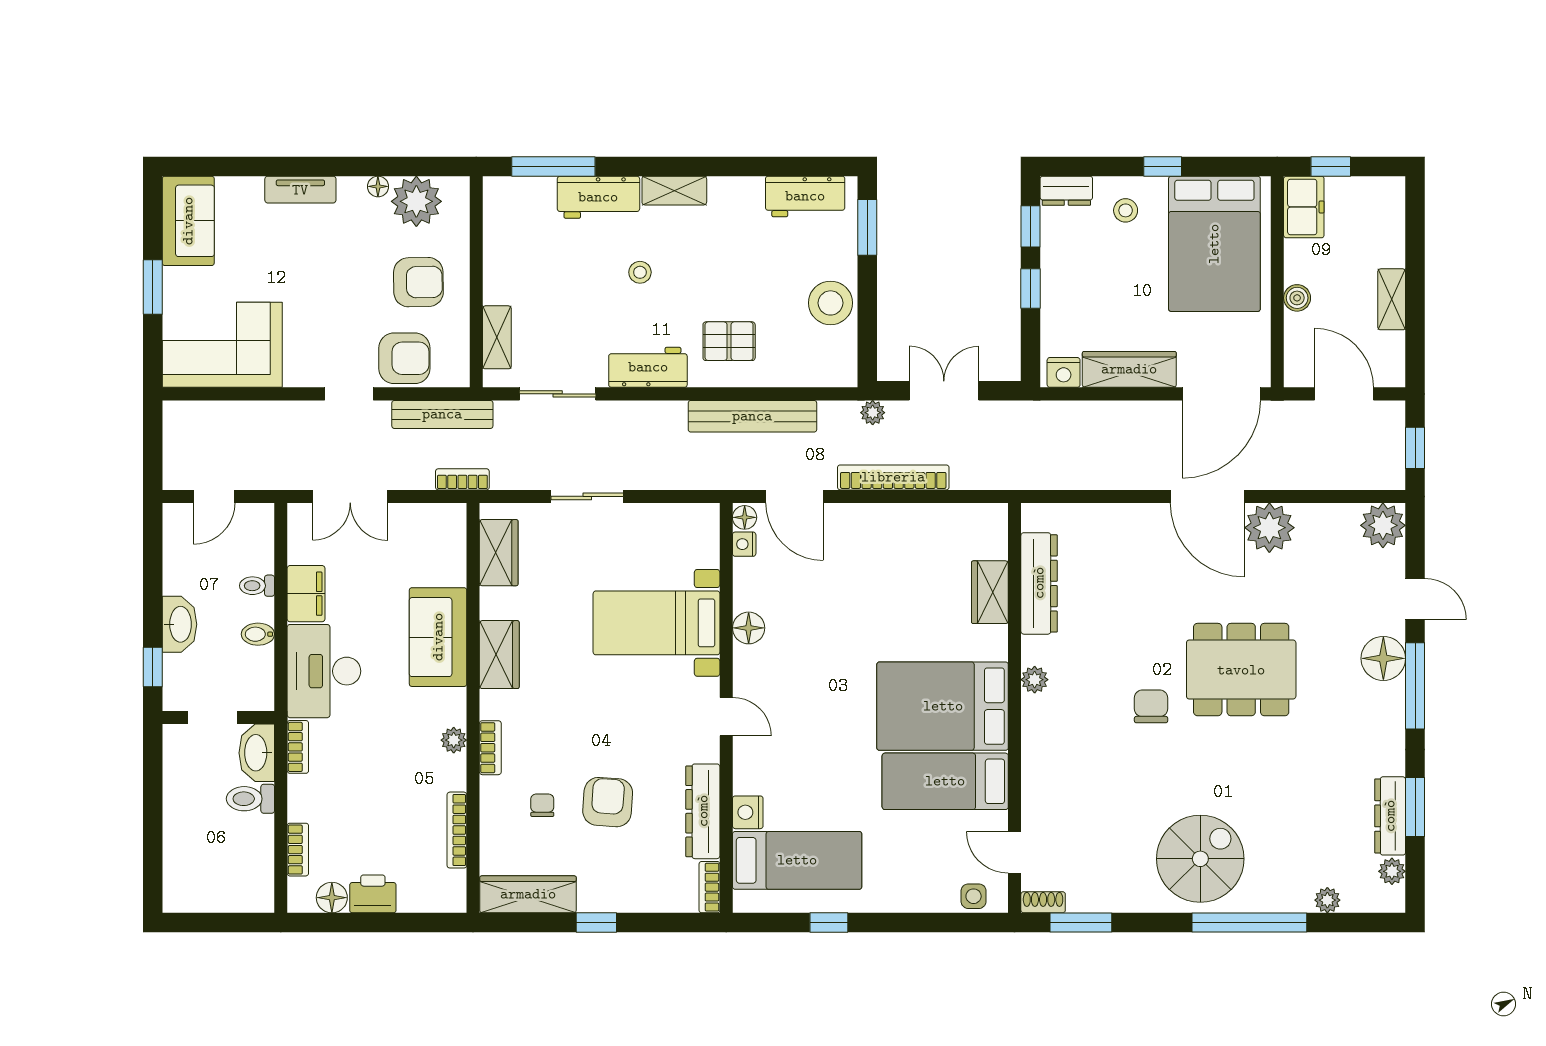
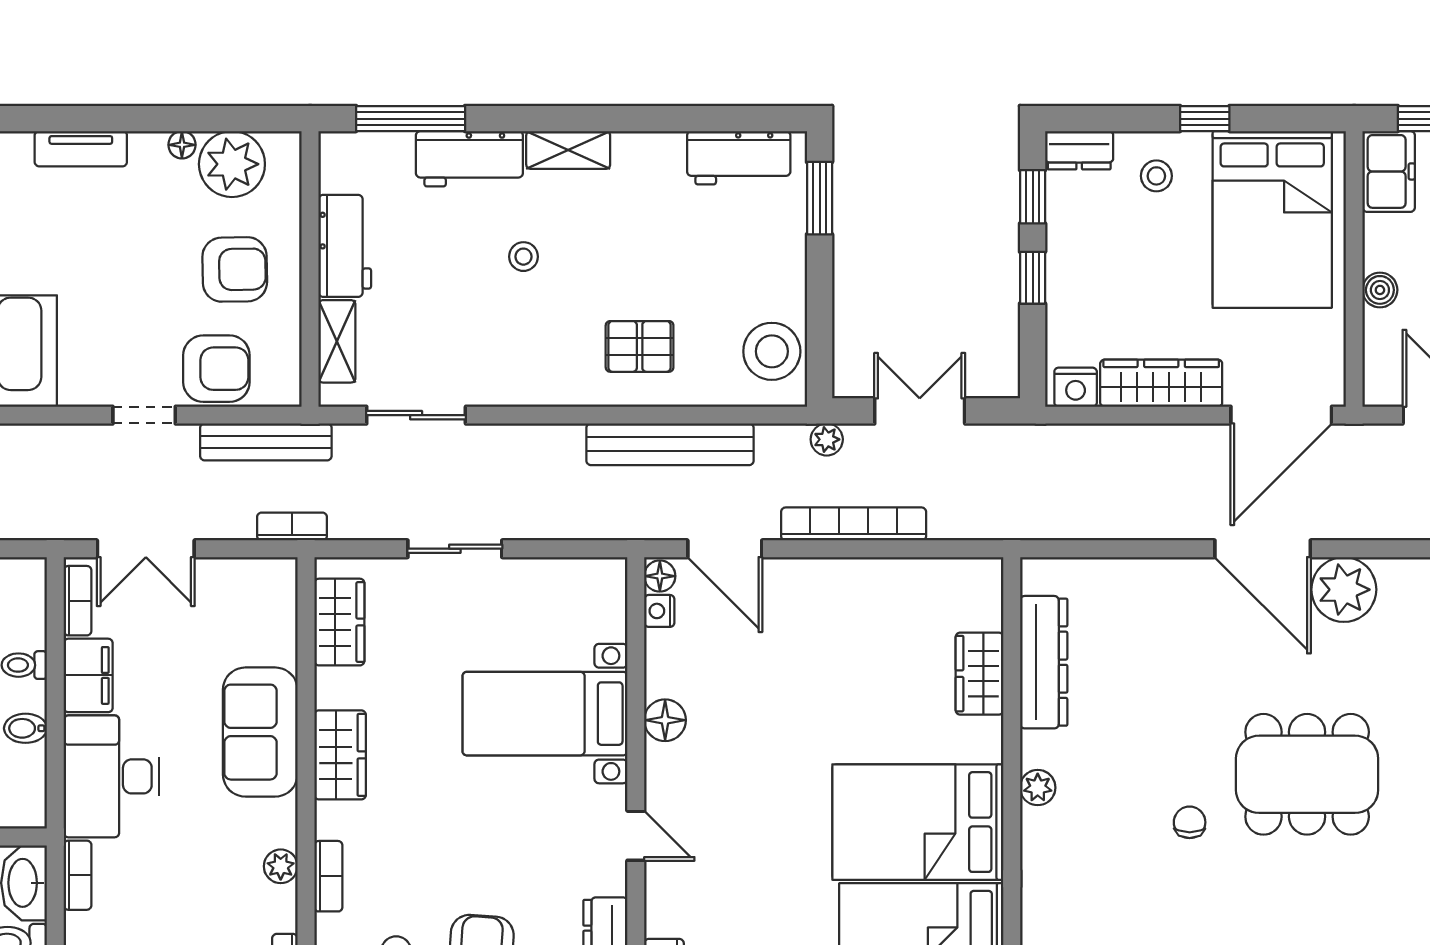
stool: (830, 303) -> (772, 351), moved
workbench: (648, 367) -> (345, 246), moved, turned 90
bookcase: (298, 536) -> (78, 601), added
chair: (1151, 706) -> (1190, 822), width x0.73, depth x0.73

